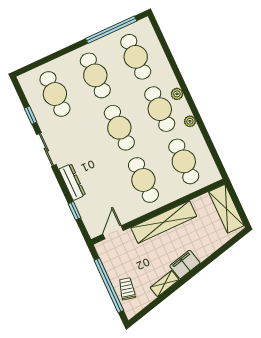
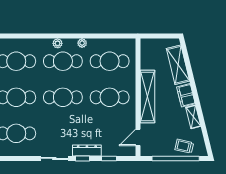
window: (31, 115) -> (83, 158), moved
shelving: (226, 209) -> (178, 65), moved, turned 76
door: (113, 232) -> (138, 137), hinge flipped

